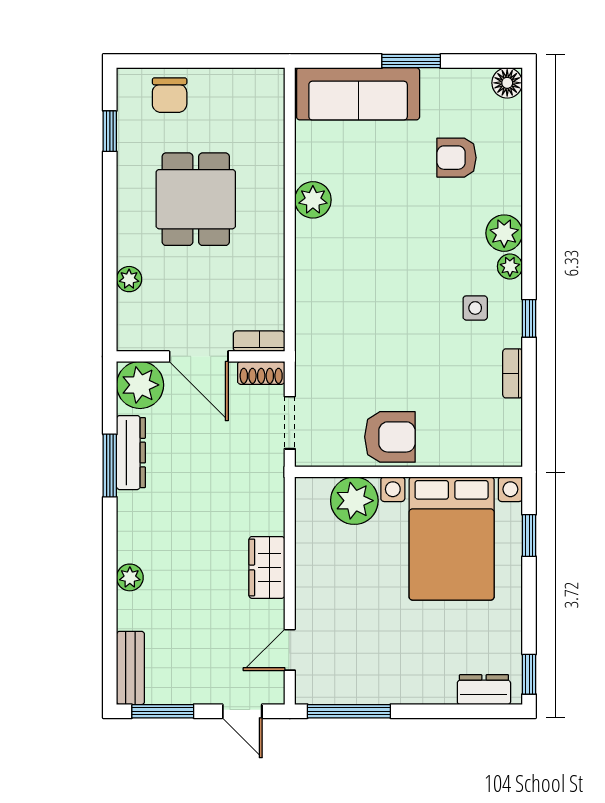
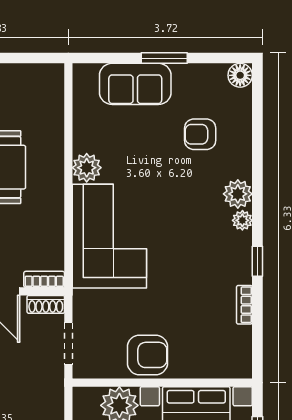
sofa: (358, 94) -> (135, 84), width x0.73
corner sofa: (342, 286) -> (109, 236), added
side table: (475, 308) -> (215, 253), removed

